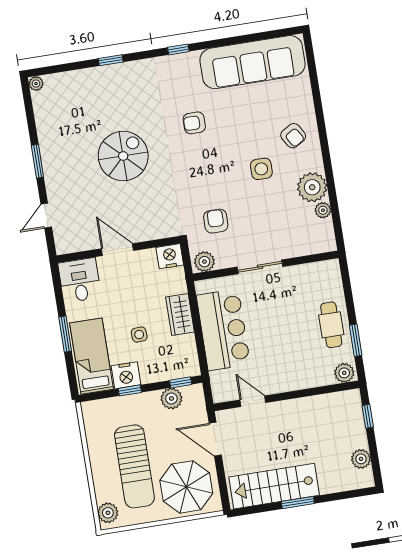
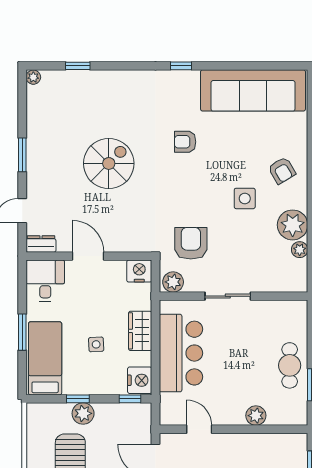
window: (111, 60) -> (78, 66), moved
armchair: (216, 221) -> (191, 243), width x1.38, depth x1.38
dresser: (70, 245) -> (41, 244), added
plant: (344, 373) -> (256, 416), moved
nightstand: (126, 375) -> (140, 380), moved, turned -90
plant: (171, 398) -> (83, 413), moved

